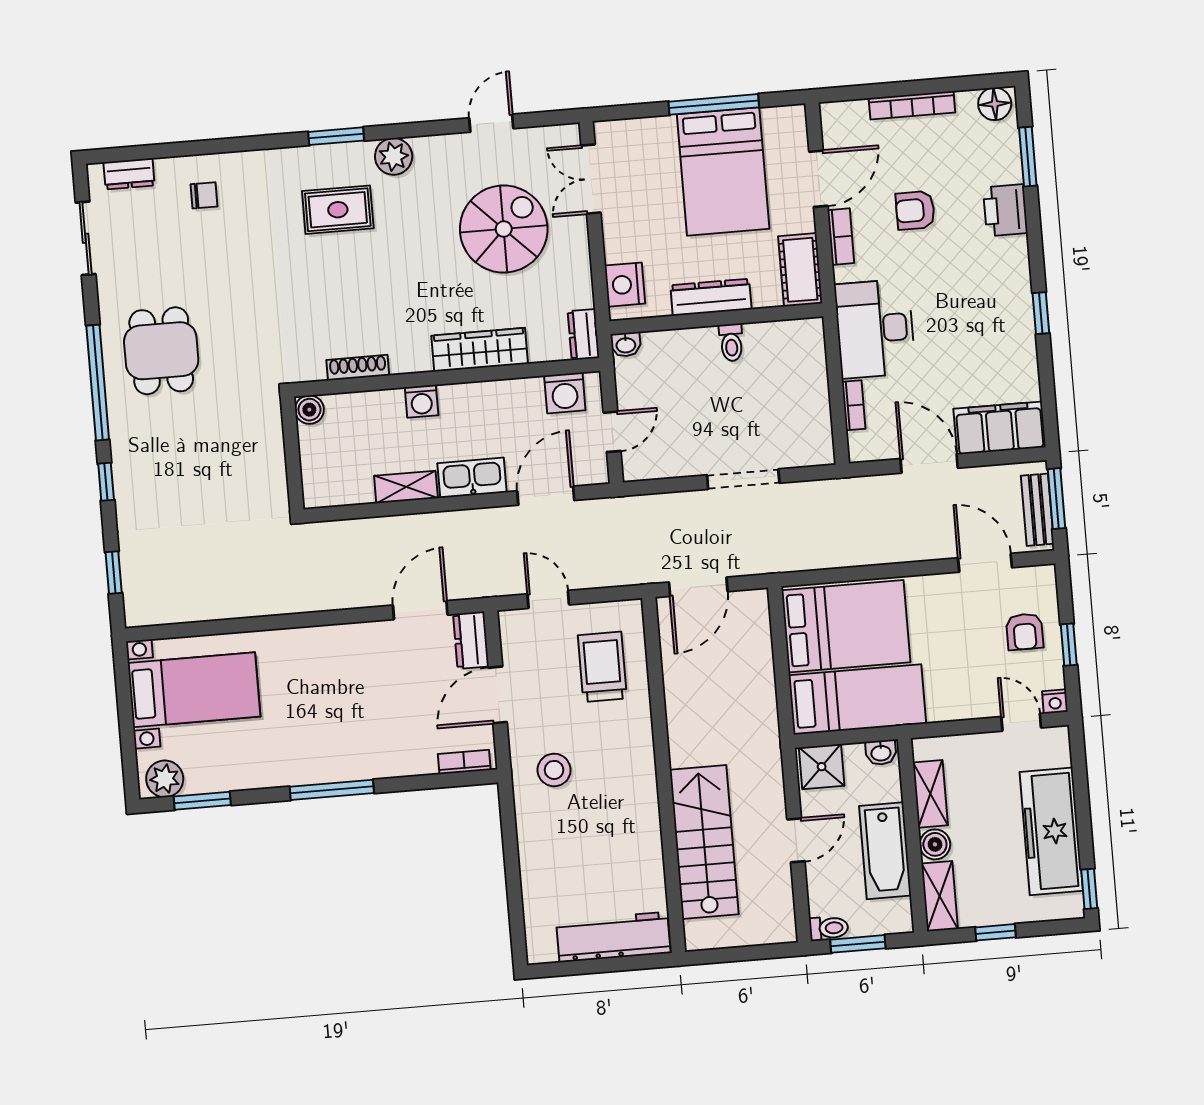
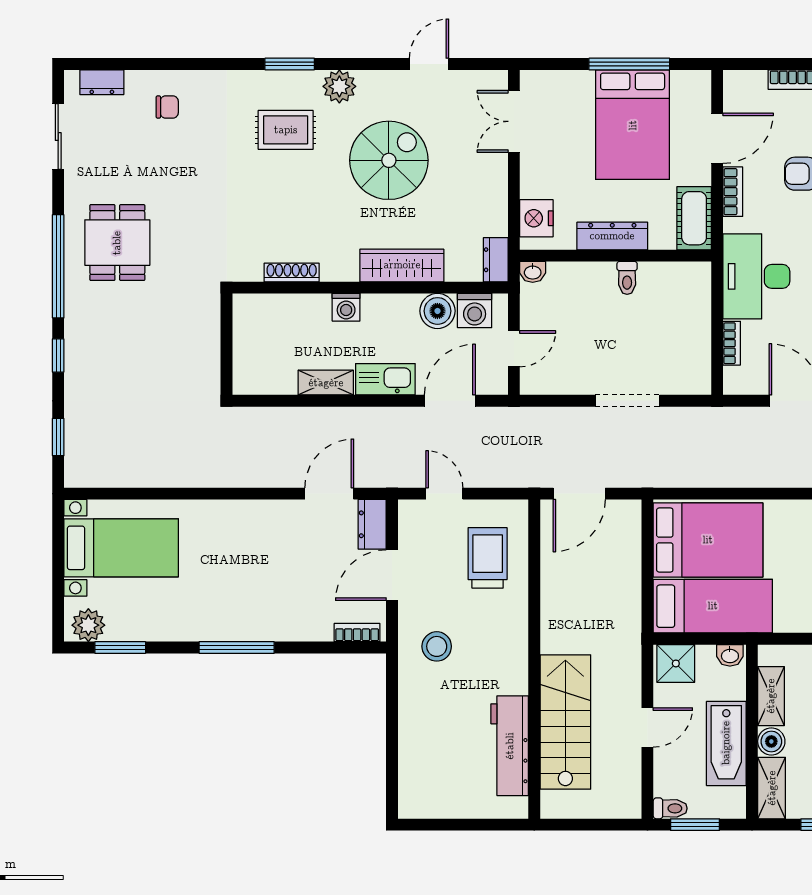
spiral stairs: (504, 229) -> (389, 160), moved
boiler: (309, 410) -> (437, 311), moved, width x1.36, depth x1.36
workbench: (613, 937) -> (510, 746), moved, turned -90

